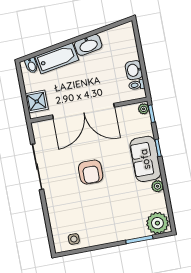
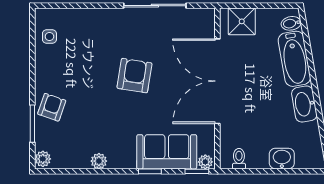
washbasin: (134, 70) -> (282, 159), moved
sofa: (145, 159) -> (167, 152), moved
armchair: (91, 172) -> (134, 76), turned 99
plant: (157, 223) -> (43, 159), width x0.53, depth x0.53
armchair: (125, 228) -> (52, 107), added

